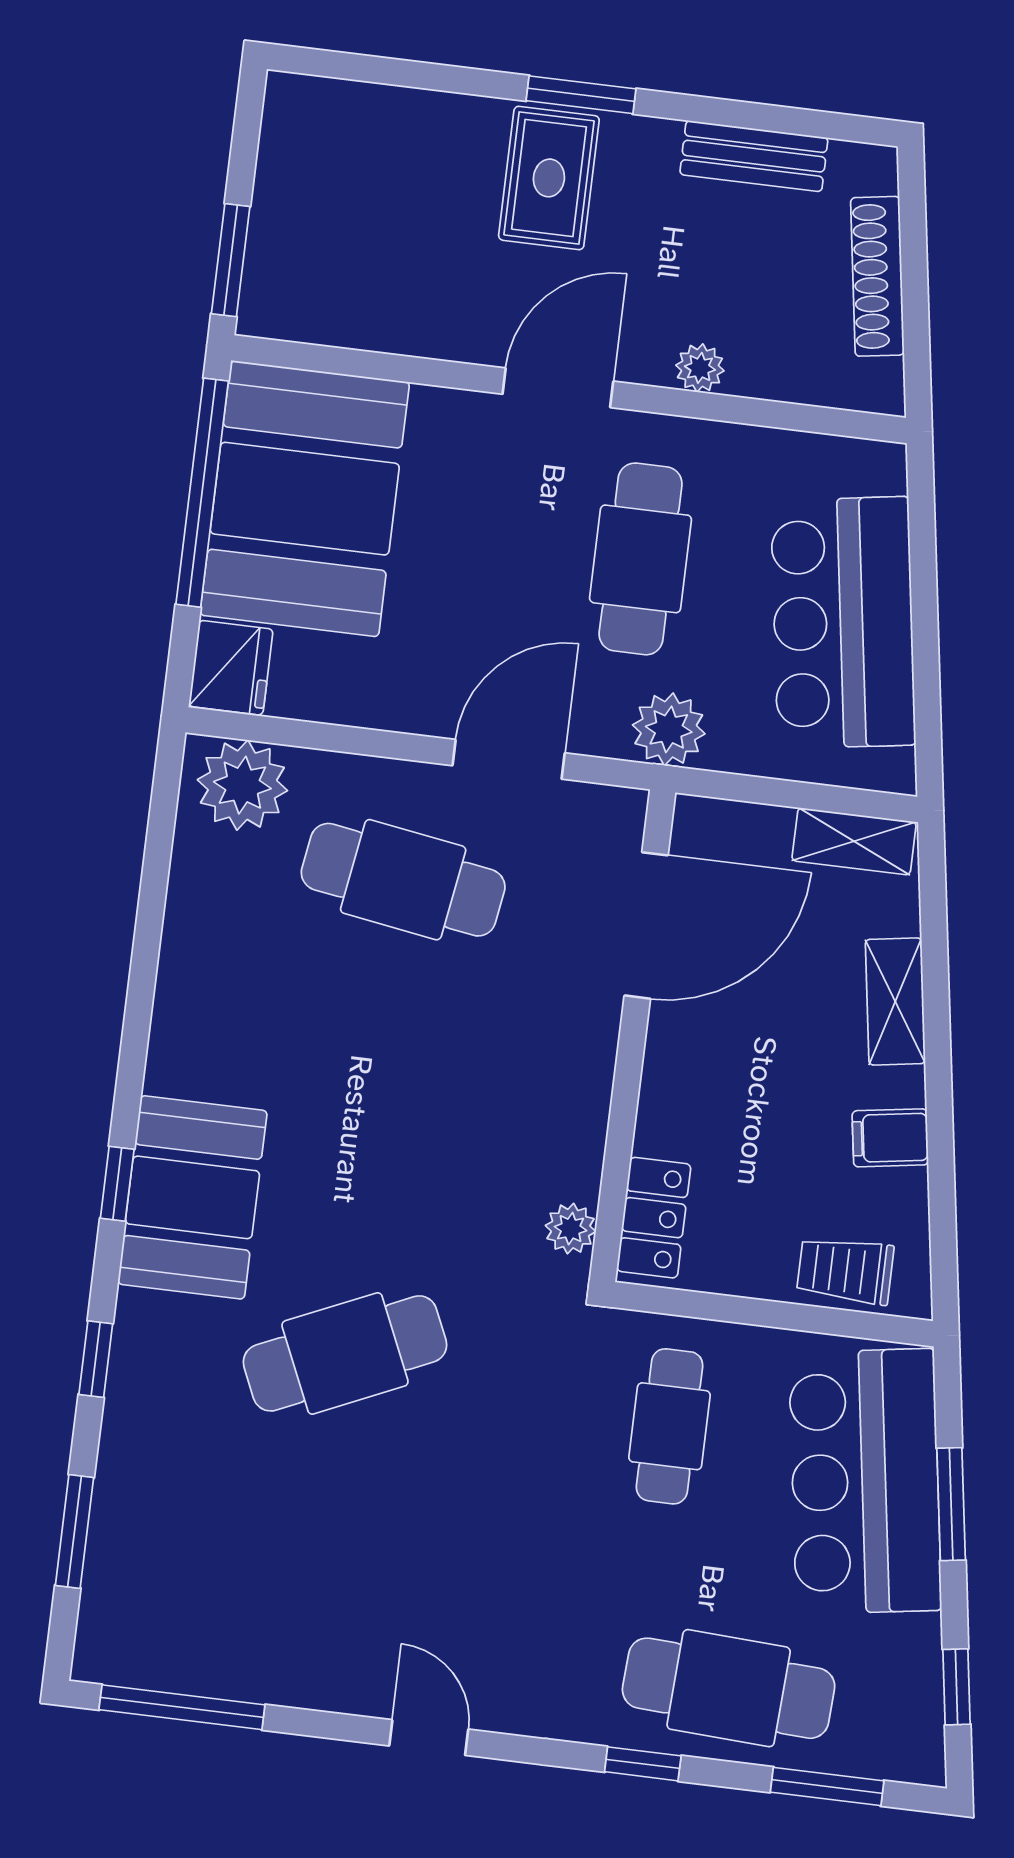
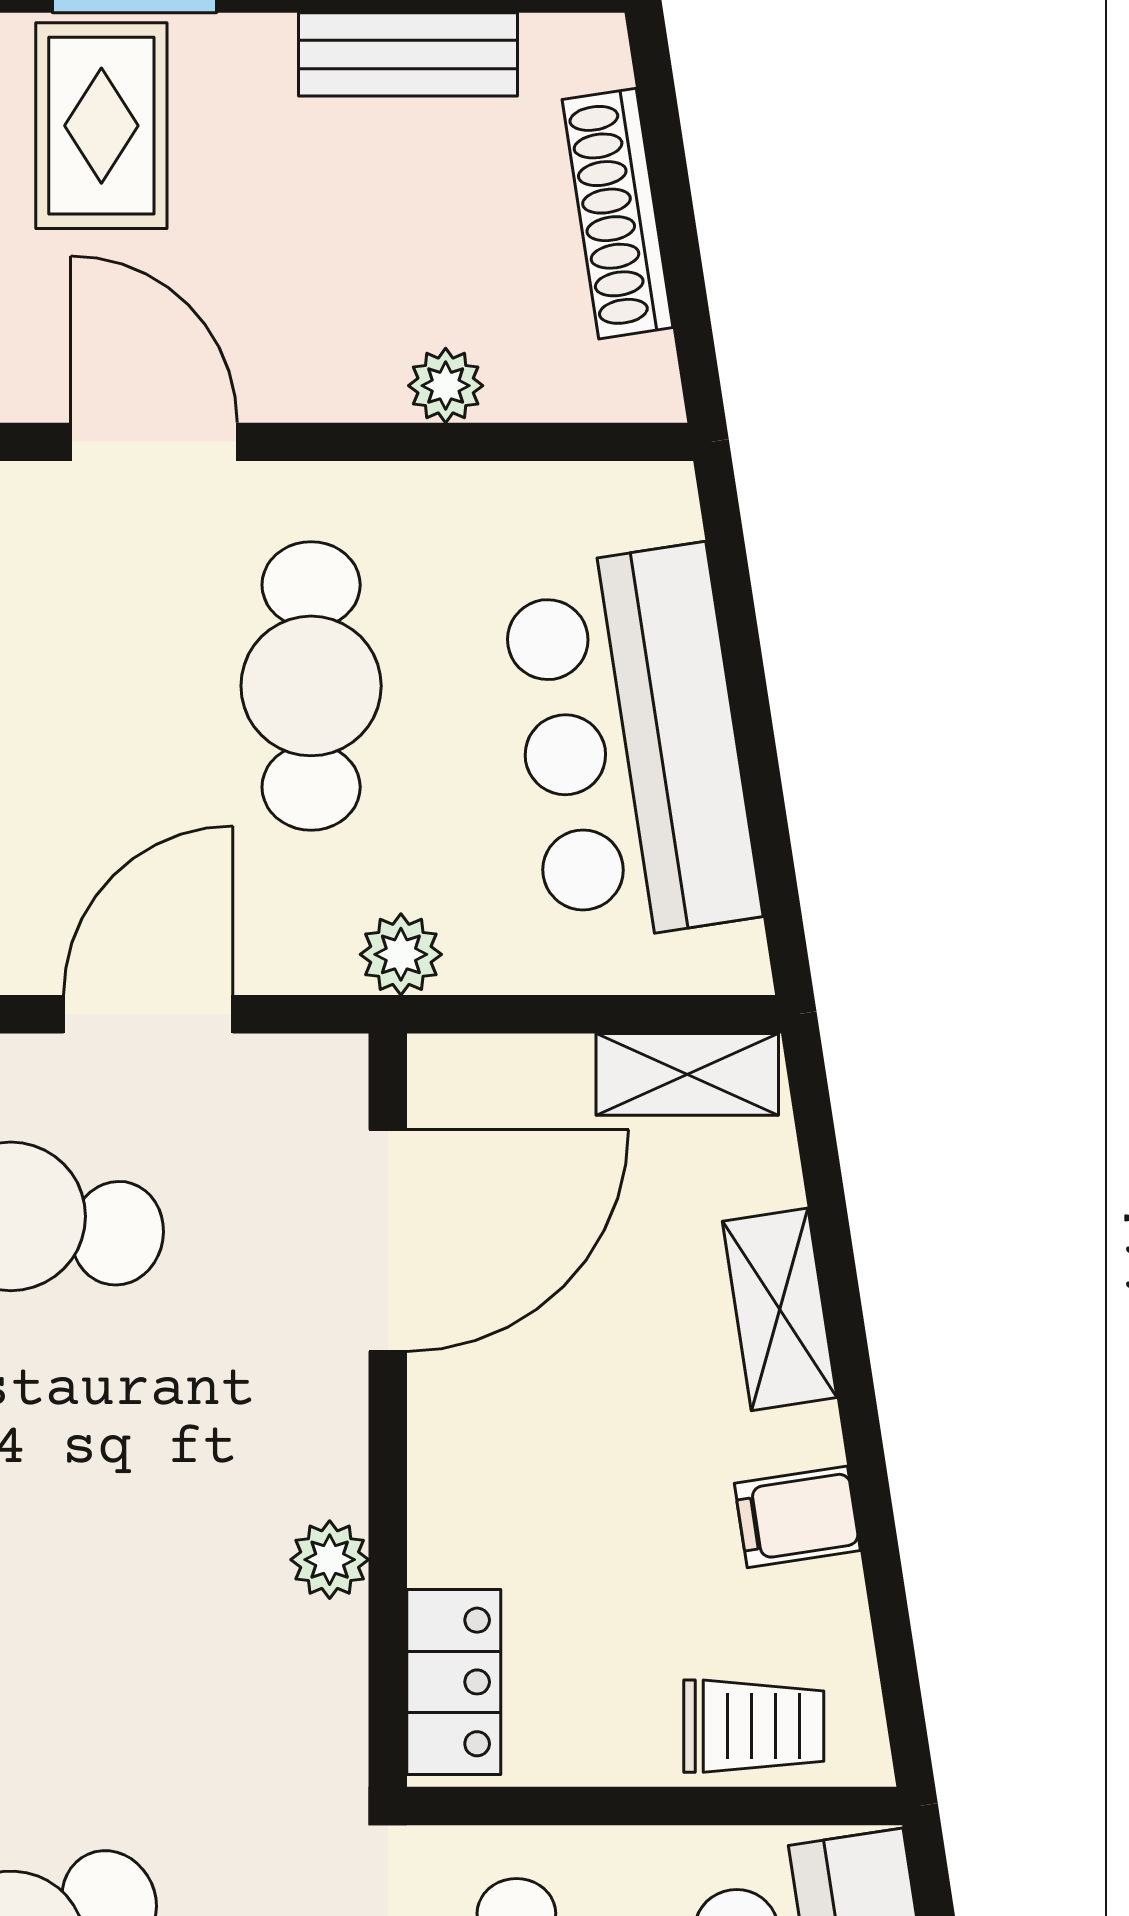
plant: (700, 368) -> (446, 386), moved
door: (558, 388) -> (154, 442), hinge flipped
plant: (669, 729) -> (401, 954), width x0.73, depth x0.73
plant: (571, 1229) -> (330, 1560), moved
trolley: (845, 1270) -> (754, 1726), turned 180

